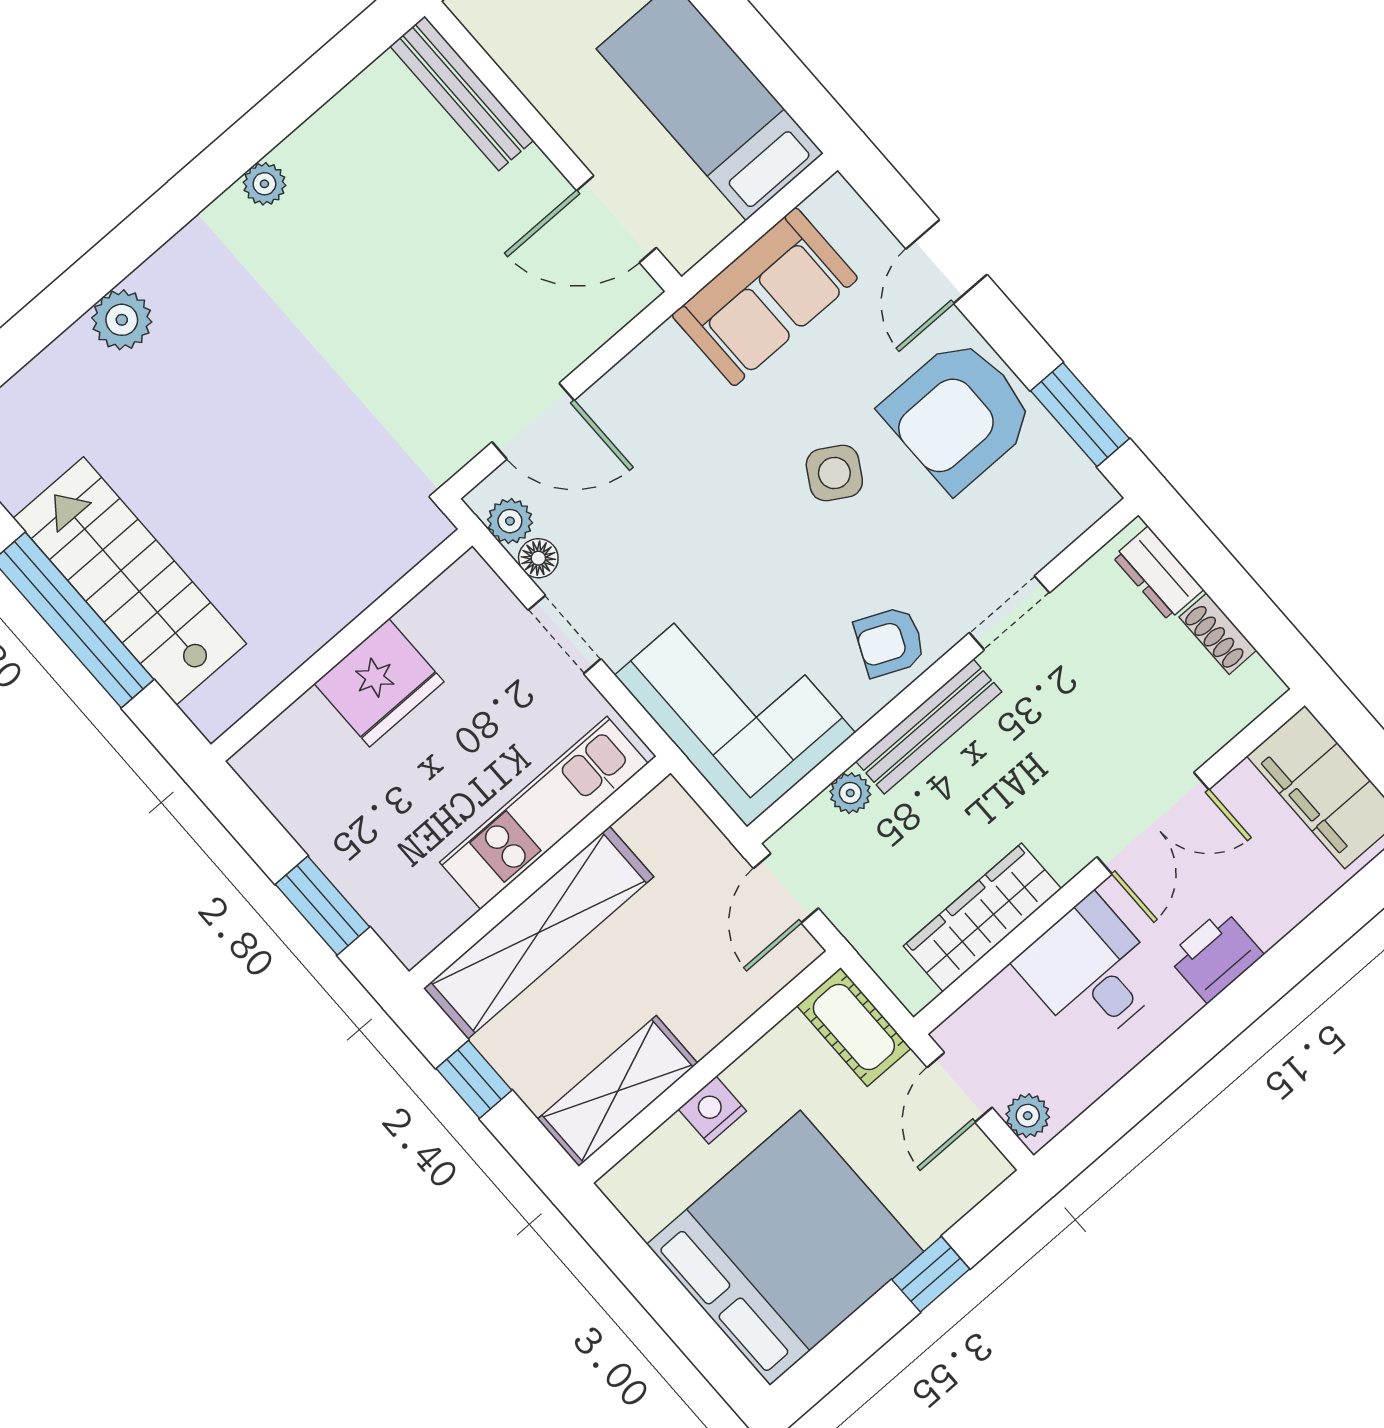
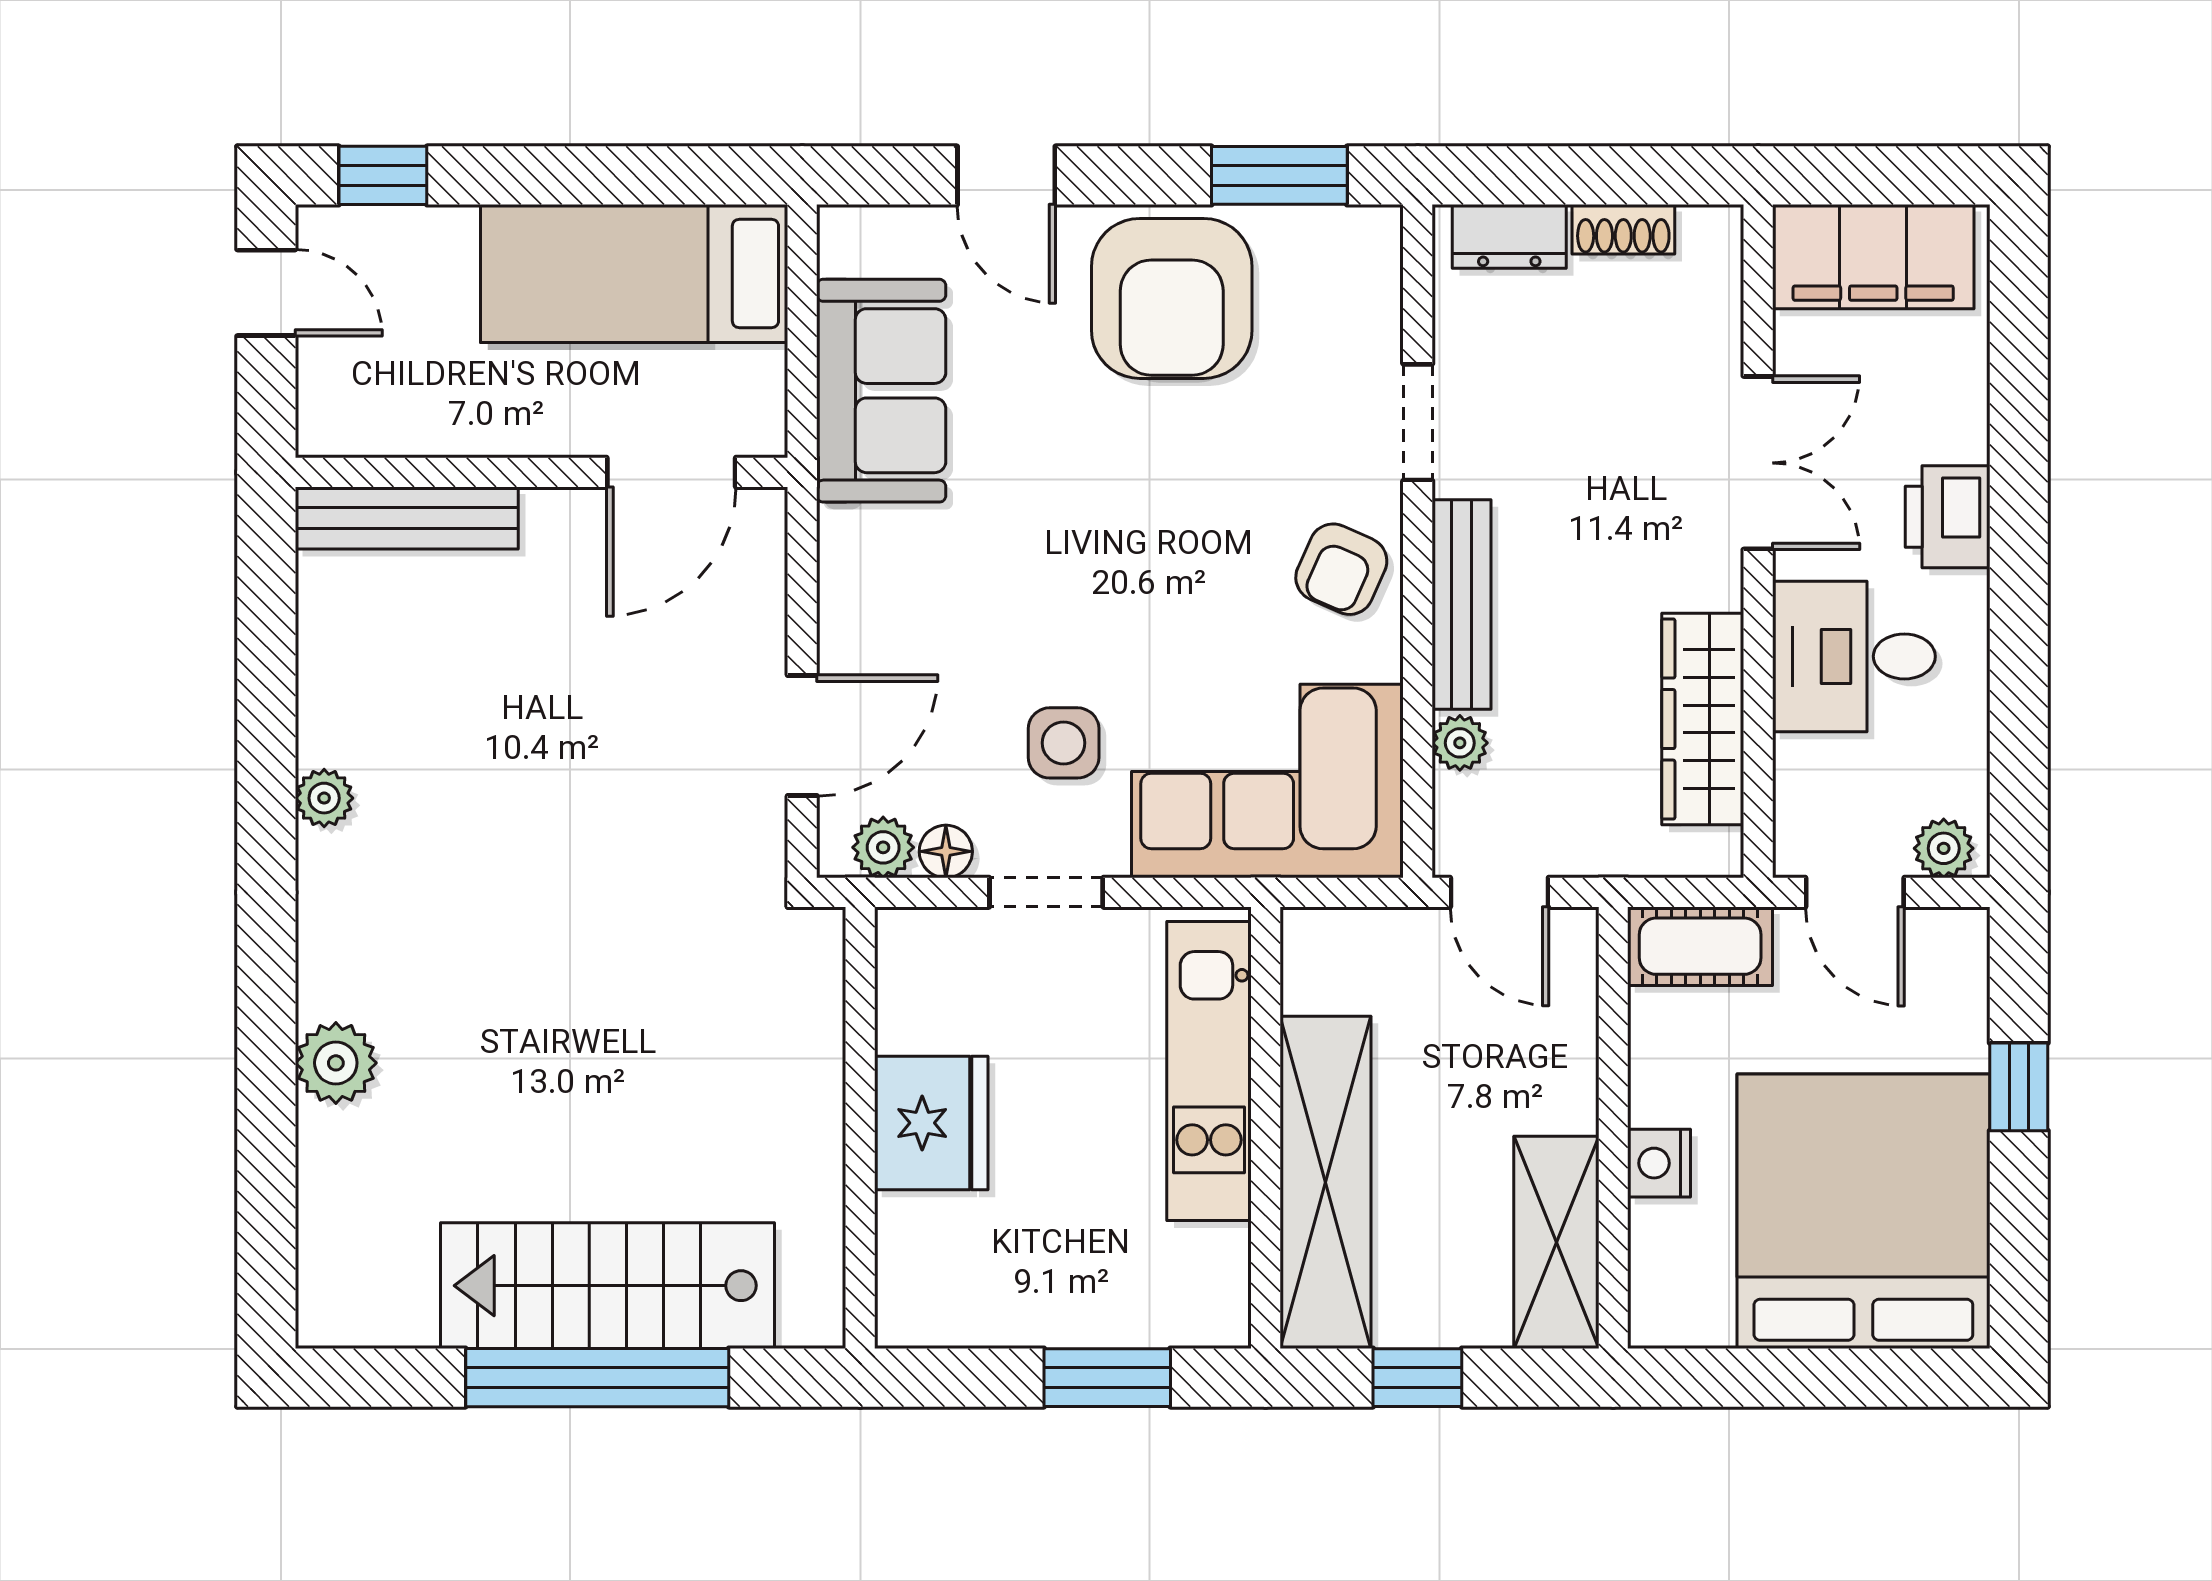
side table: (834, 473) -> (1064, 743), moved, turned -31

